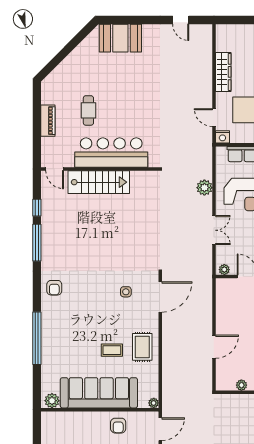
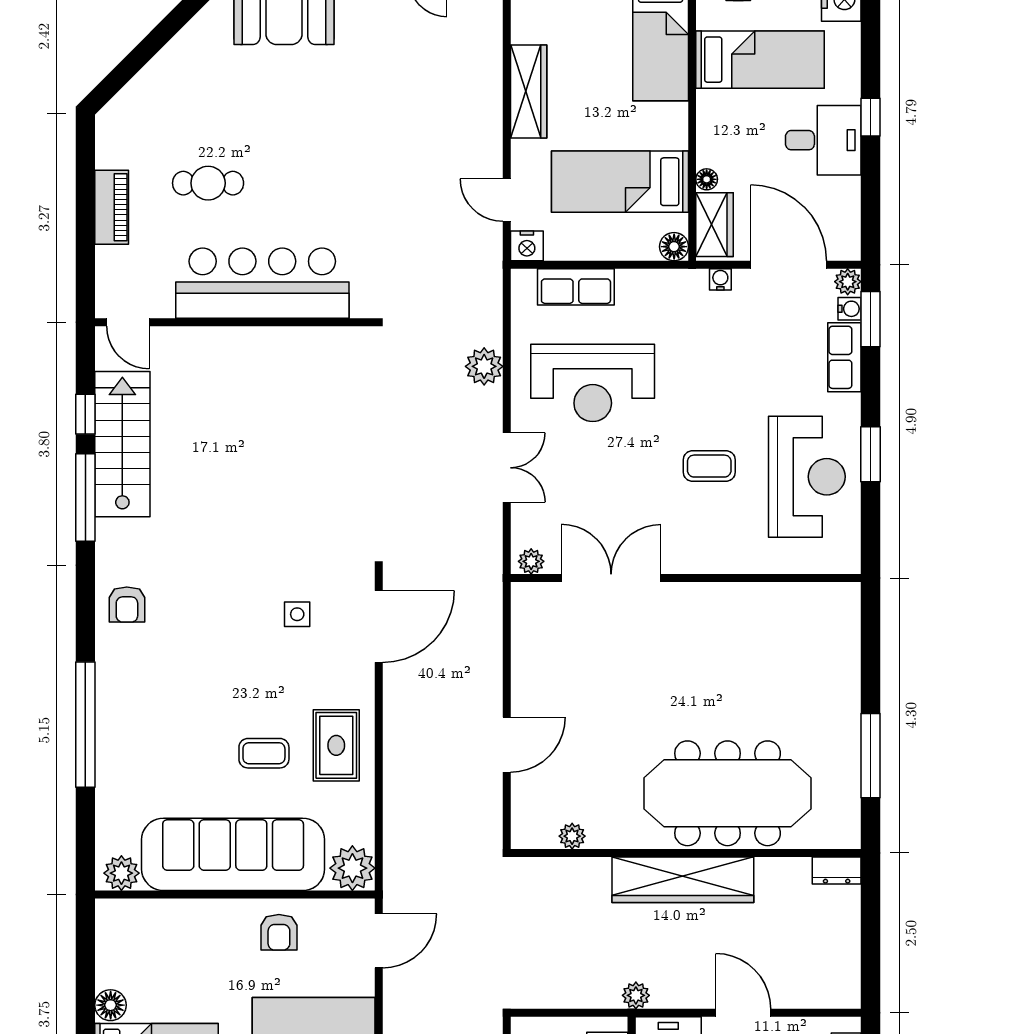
cafe table: (88, 110) -> (208, 183), turned 90
stairs: (99, 182) -> (122, 444), moved, turned -90
plant: (154, 403) -> (352, 868), width x1.87, depth x1.87

